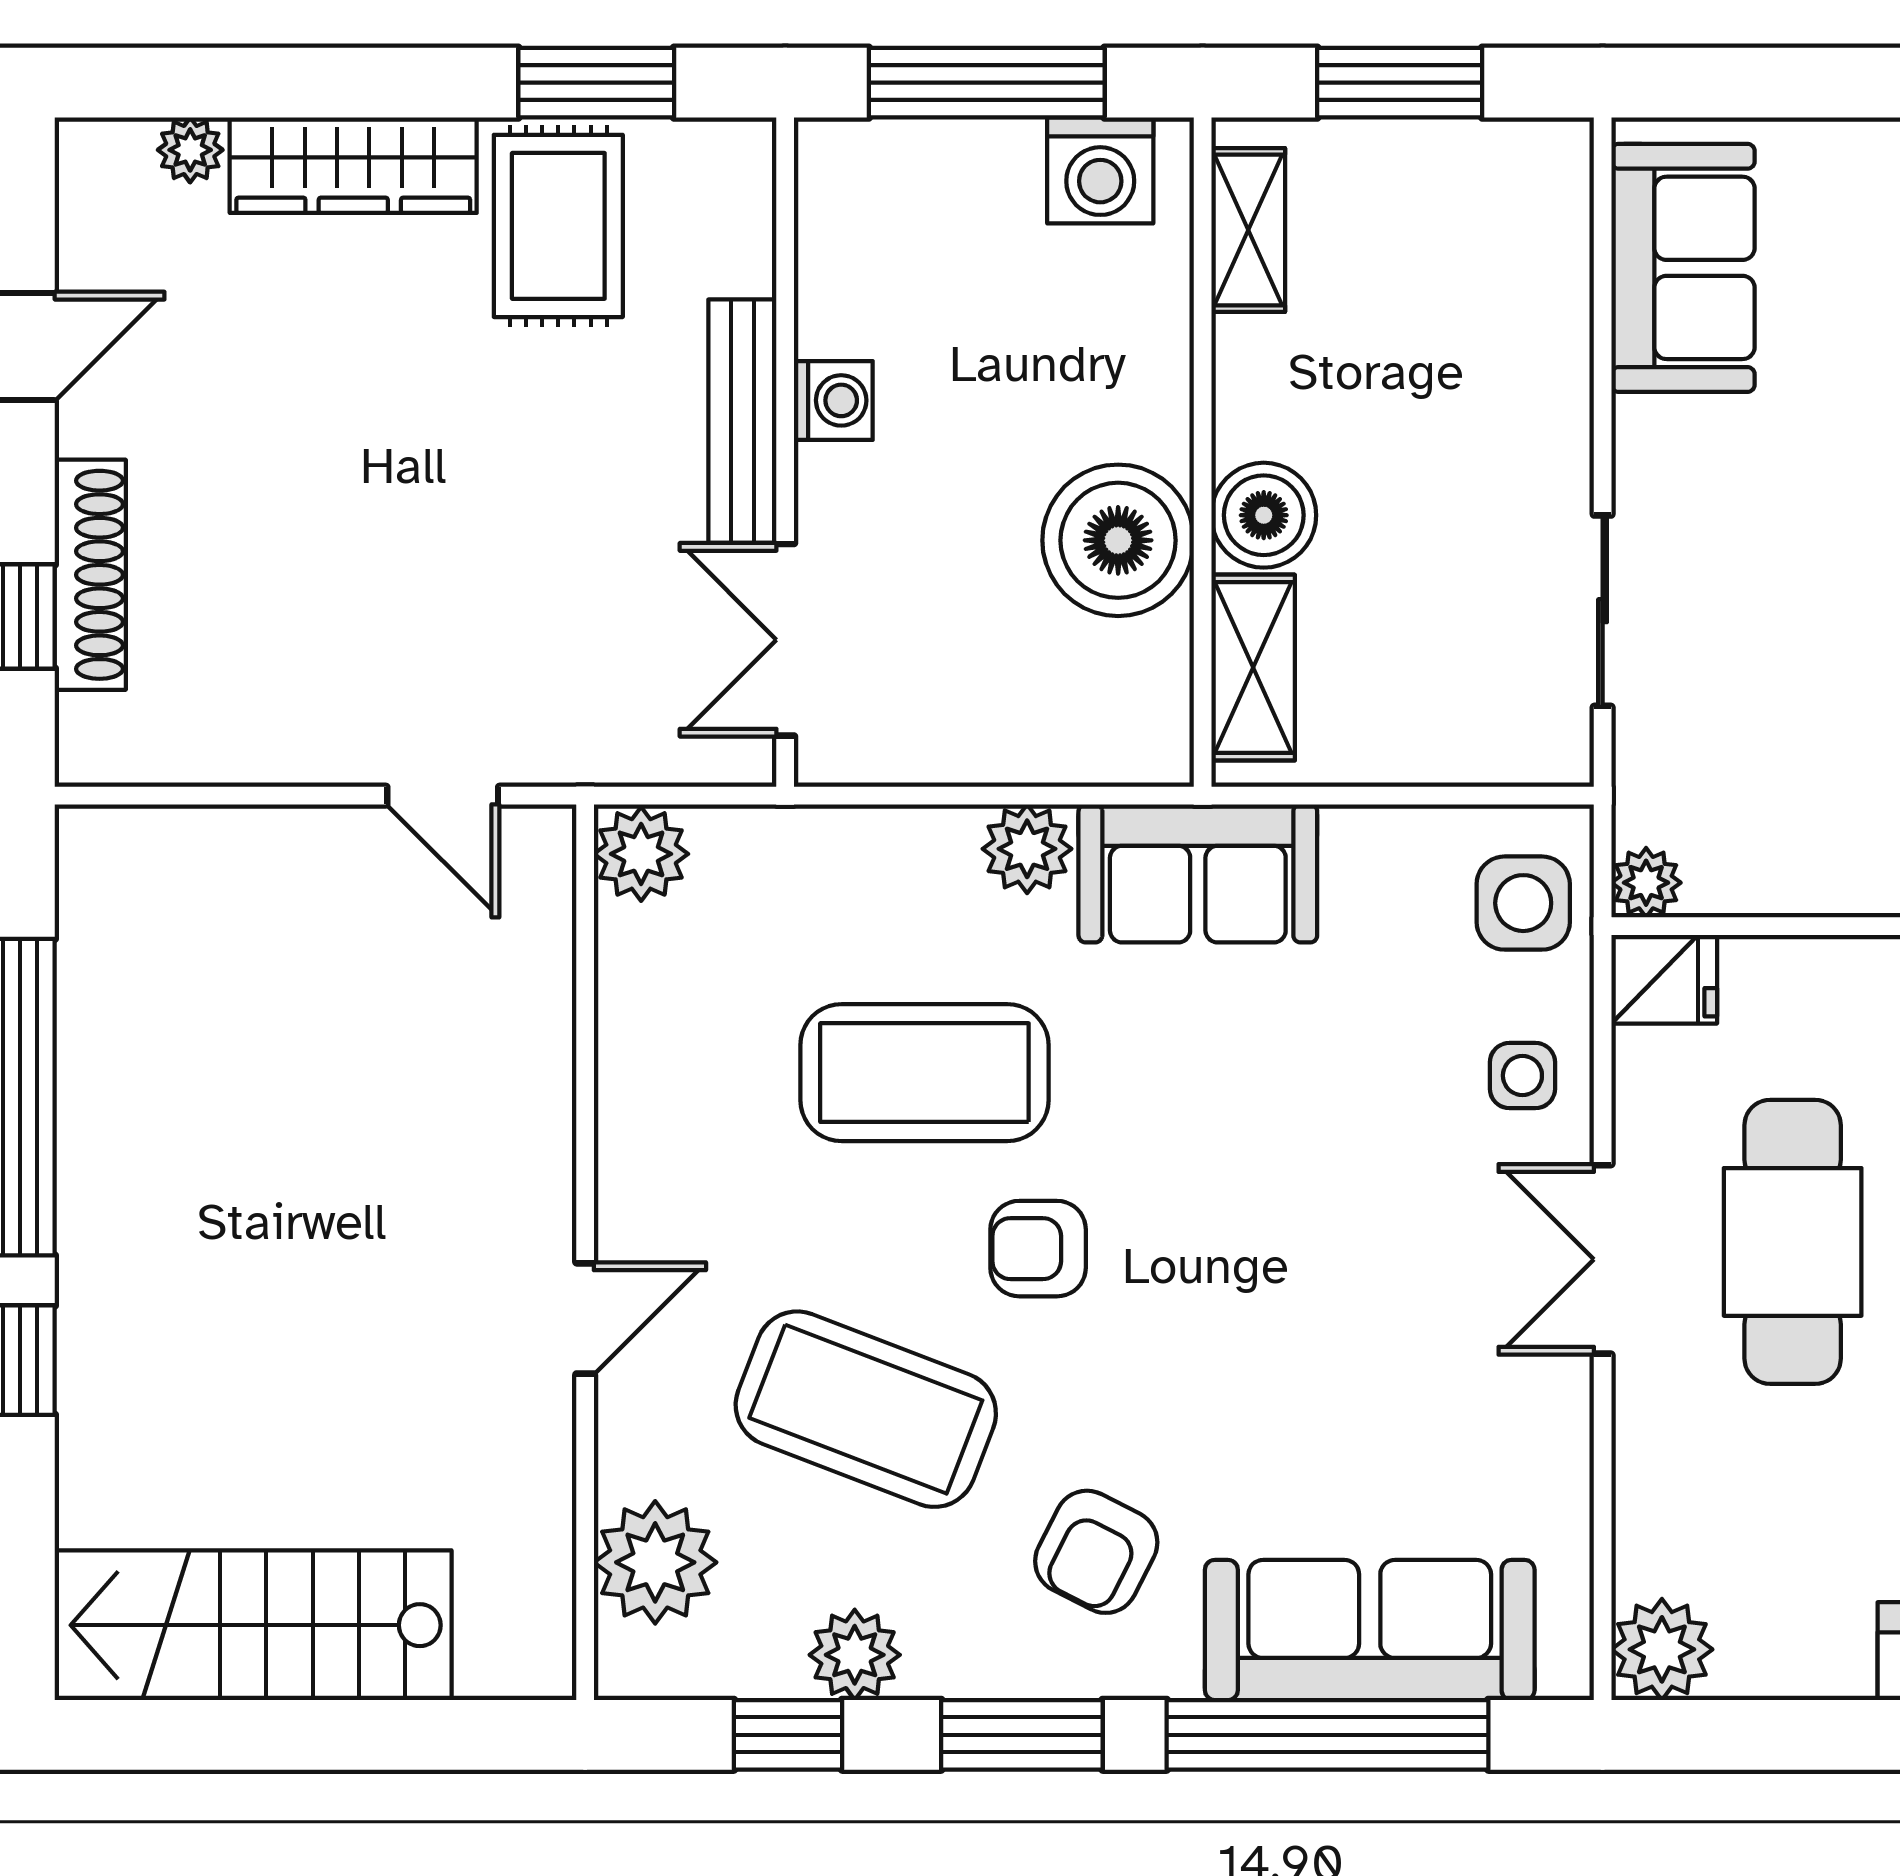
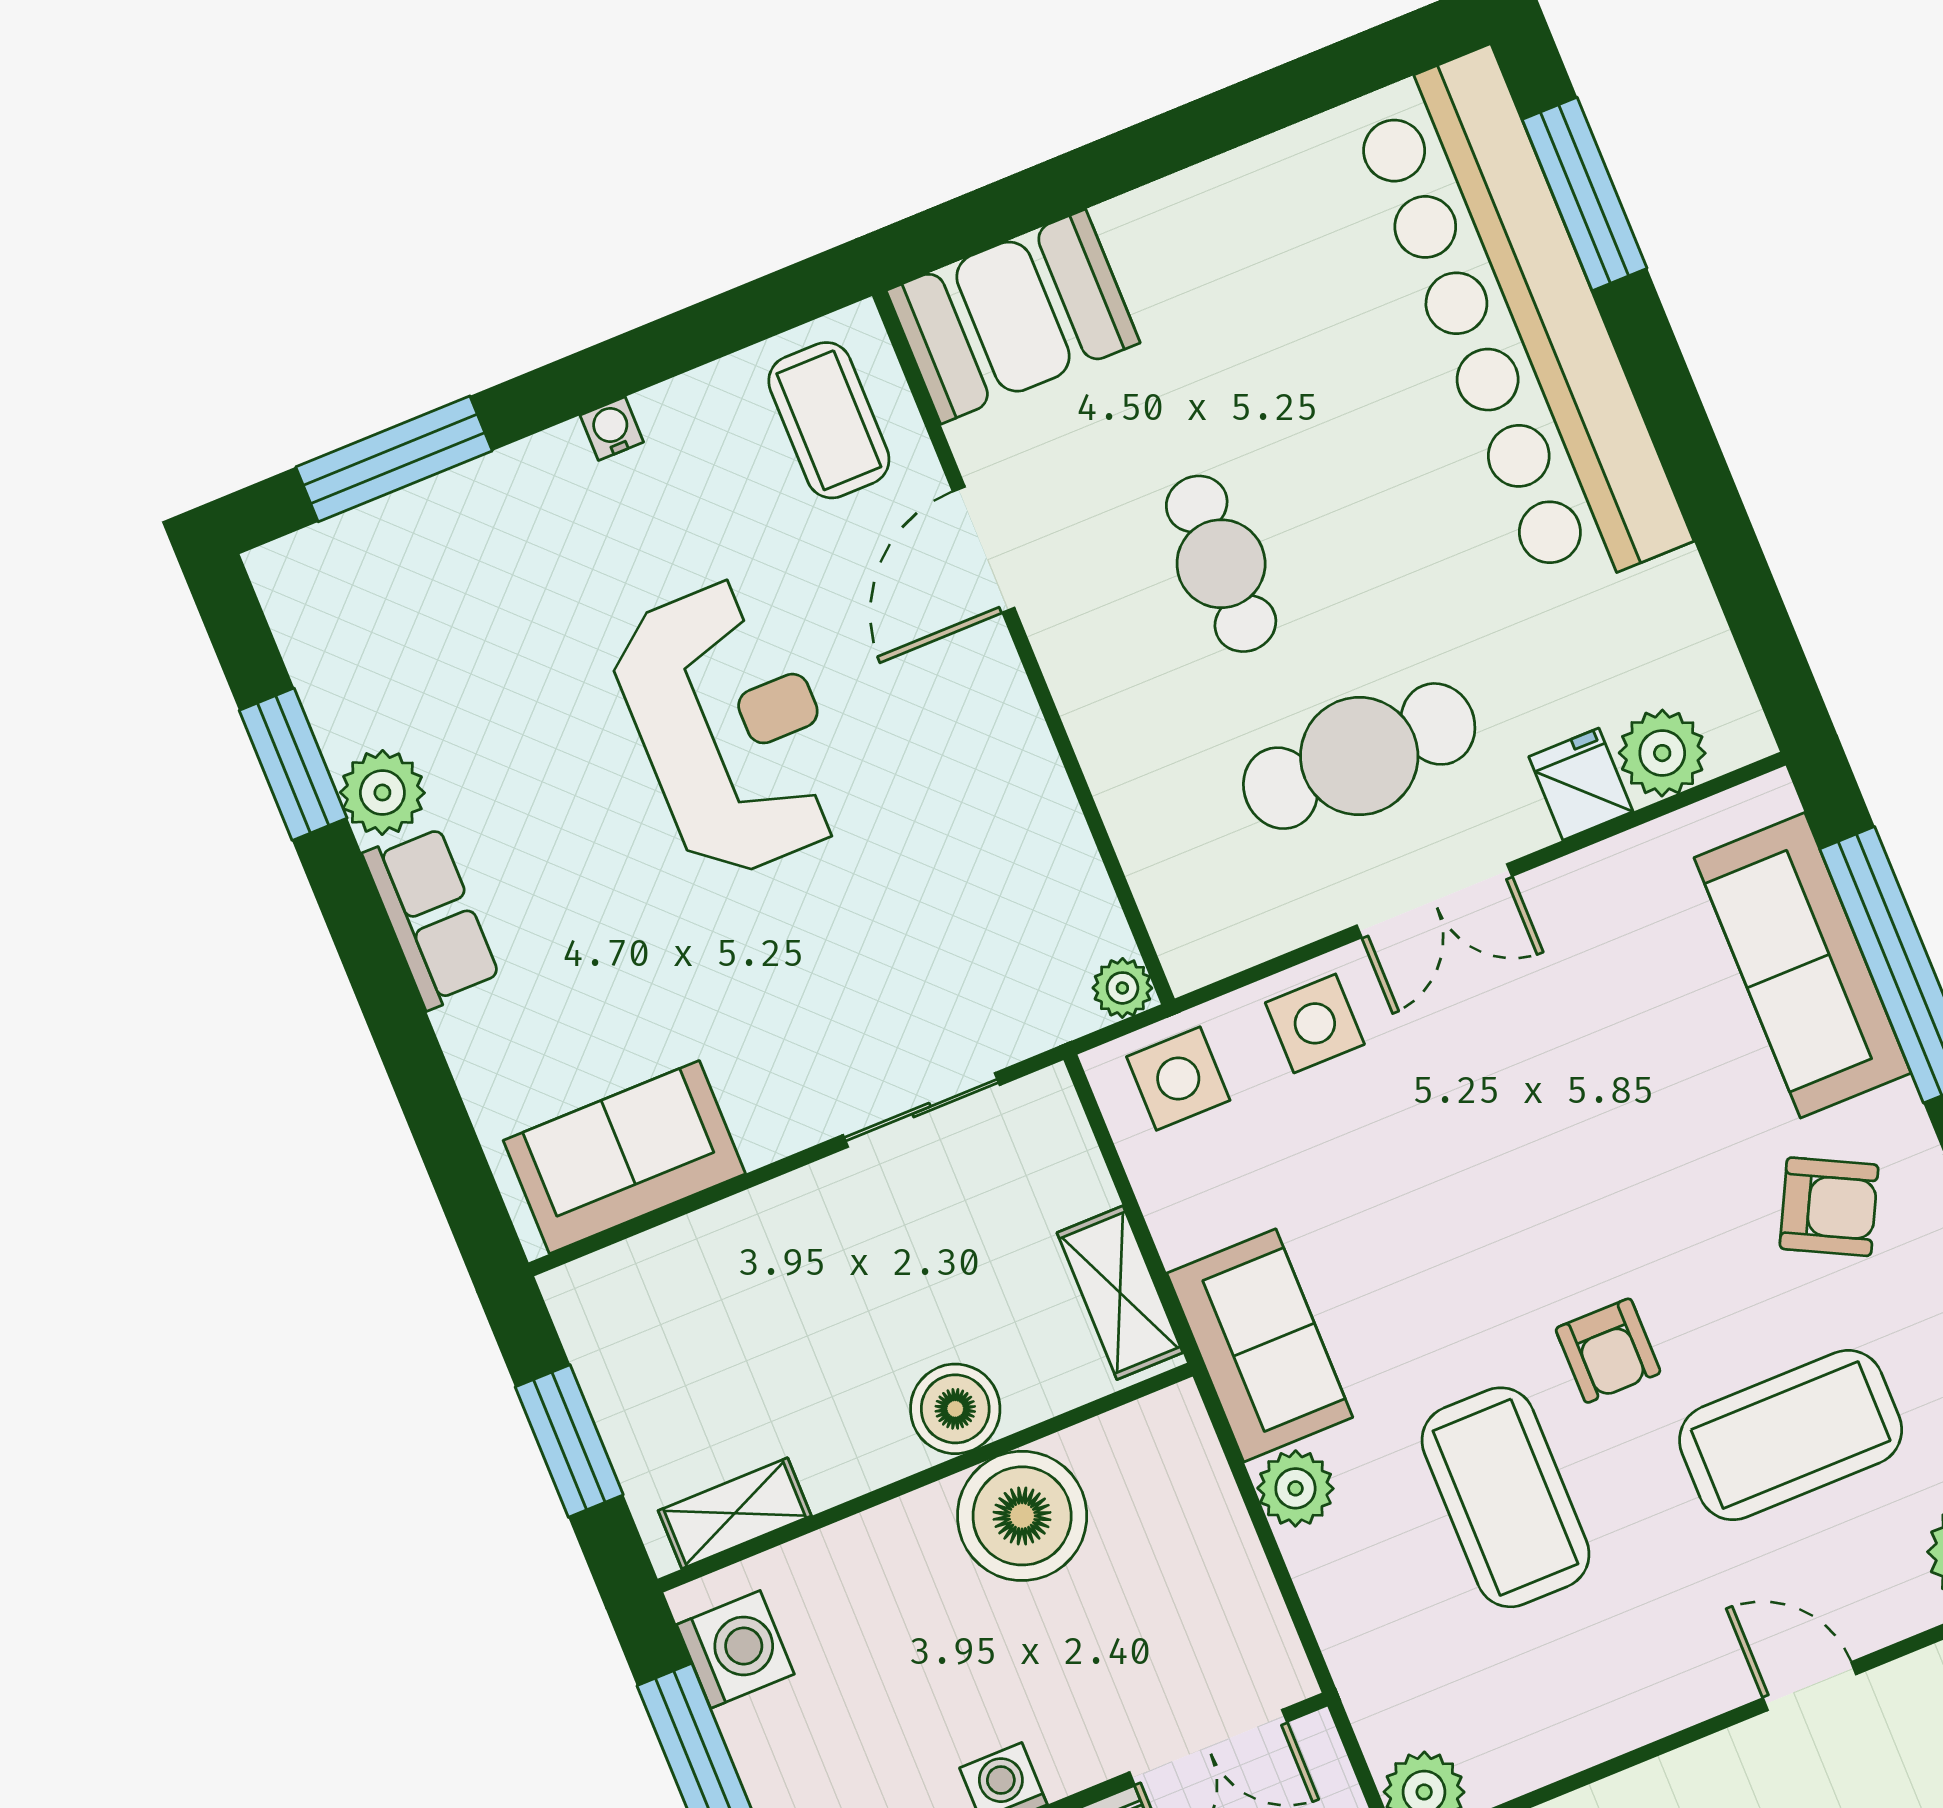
shelving: (1253, 668) -> (1120, 1293), moved, turned 90
fridge: (1664, 979) -> (1581, 784), moved
side table: (1522, 1076) -> (1315, 1023), width x1.37, depth x1.37
coffee table: (866, 1409) -> (1791, 1435), turned 69
plant: (1662, 1649) -> (1662, 753), moved

